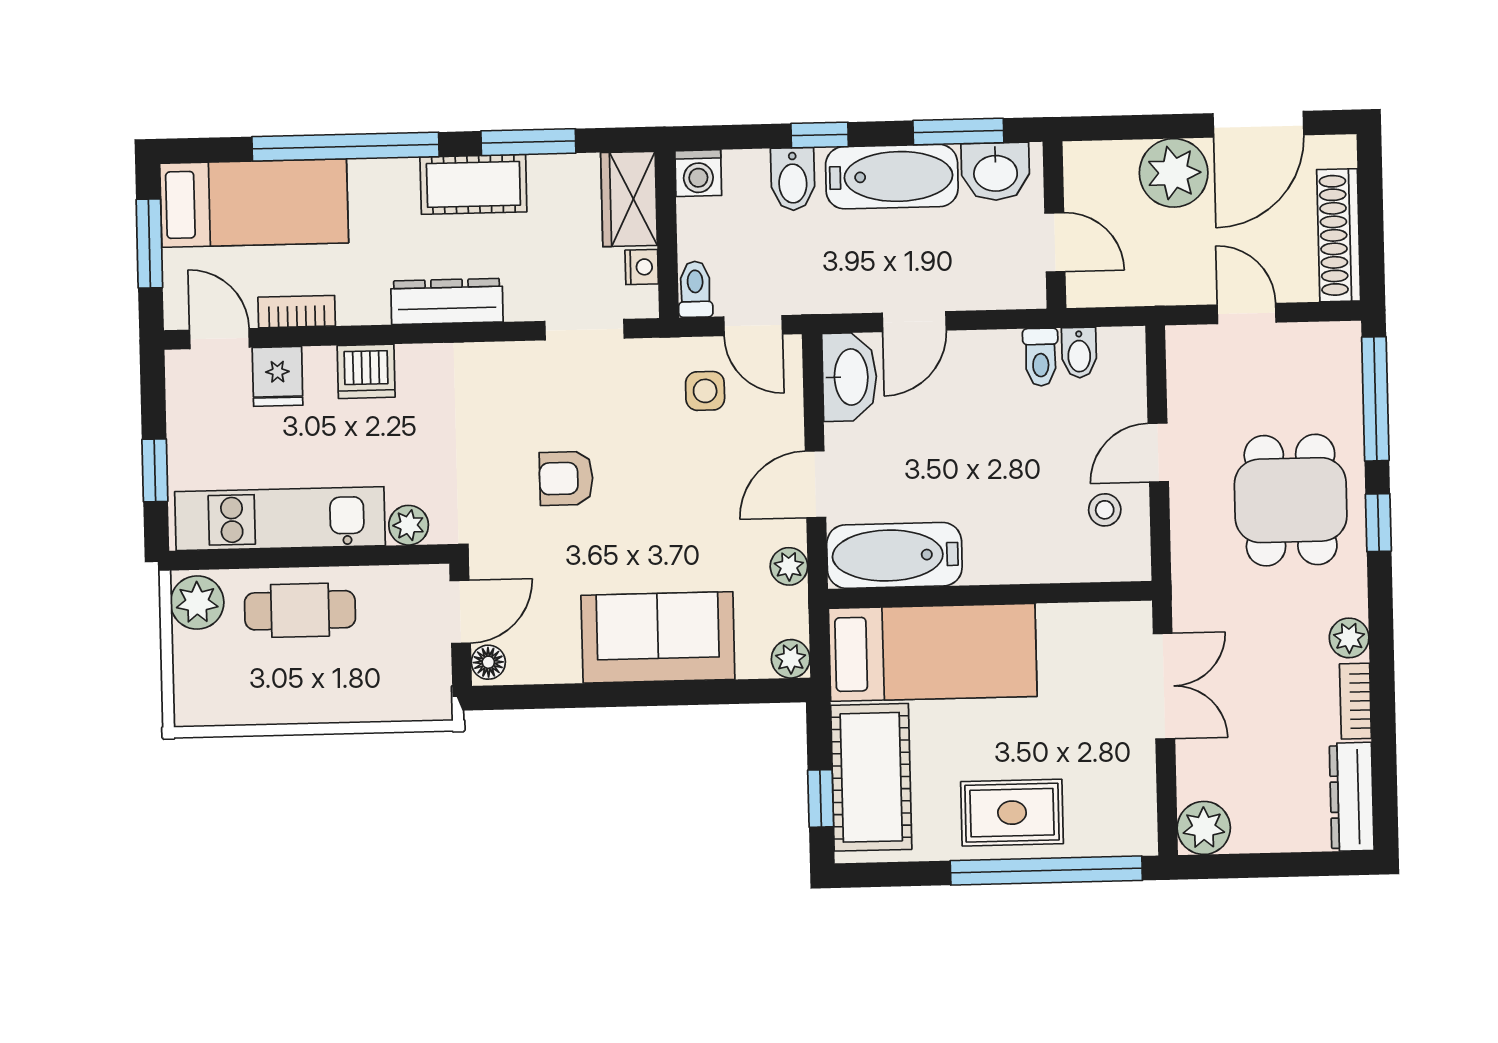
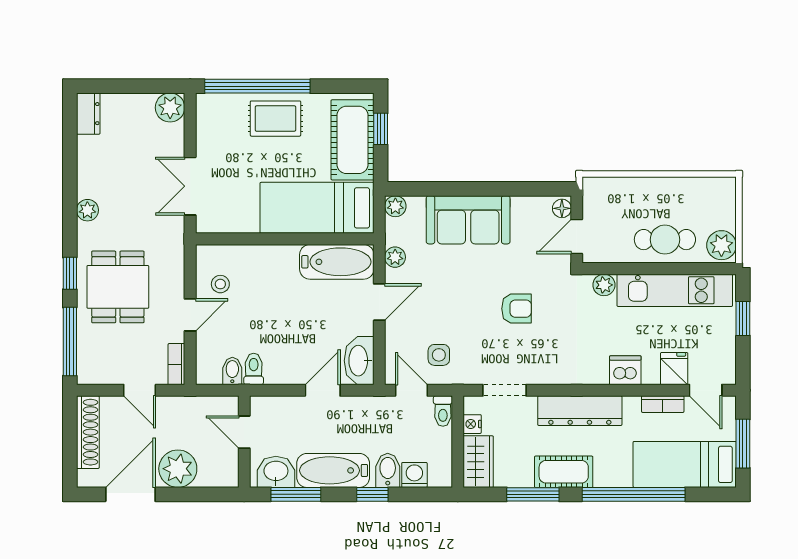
washing machine: (698, 173) -> (414, 475), moved
dresser: (447, 301) -> (580, 411), width x1.37, depth x1.24
bookcase: (1355, 701) -> (176, 364), moved, turned 180
dresser: (1352, 797) -> (88, 114), width x0.70

